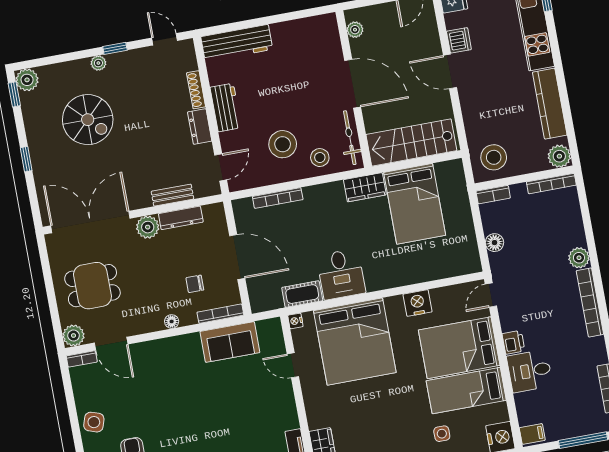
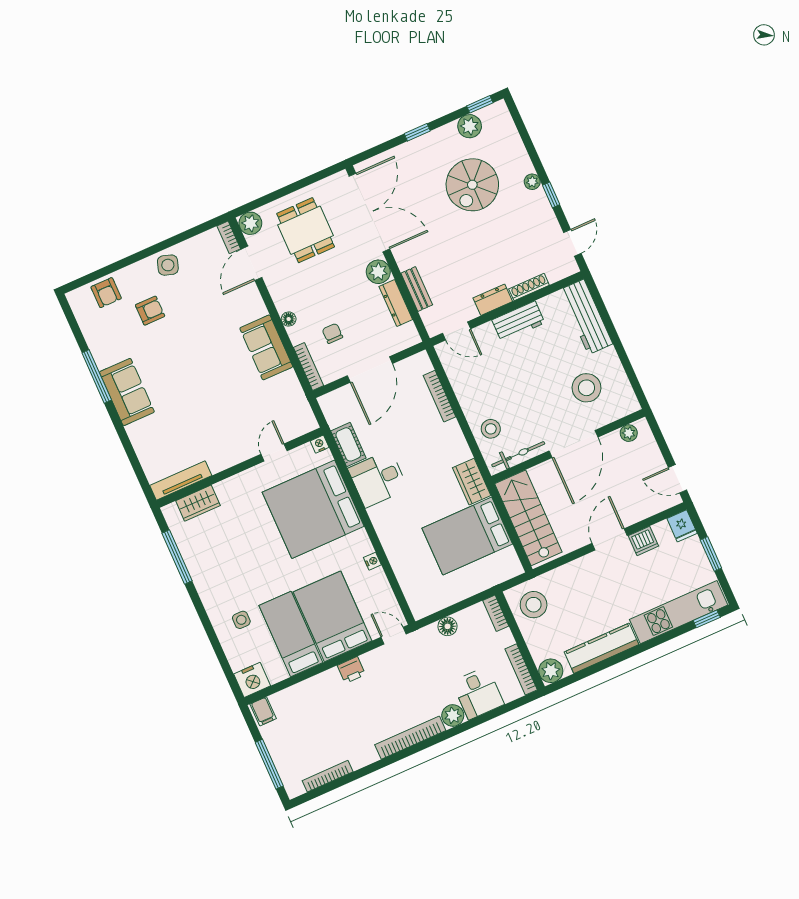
plant: (27, 80) -> (470, 126), moved
stool: (283, 144) -> (586, 388), moved
nightstand: (418, 303) -> (372, 561), width x0.53, depth x0.56
sofa: (230, 342) -> (266, 347), moved
desk: (530, 371) -> (478, 693), moved, turned 180

